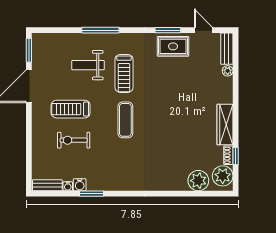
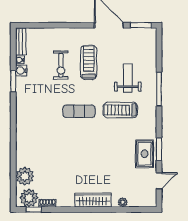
bench: (227, 49) -> (142, 202), removed
wardrobe: (225, 125) -> (93, 200), moved
exercise bike: (74, 140) -> (61, 65), turned 180
window: (236, 156) -> (34, 209), moved

